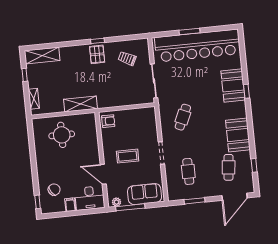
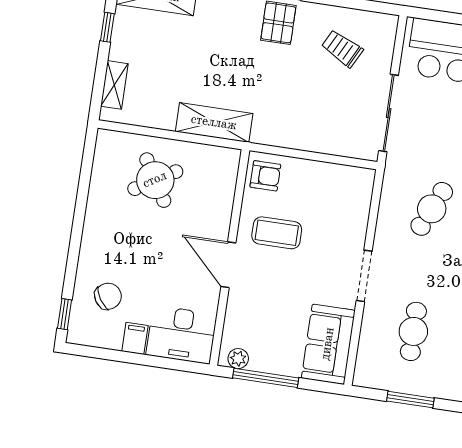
round table: (62, 135) -> (155, 180), turned -31
coffee table: (128, 156) -> (277, 233), moved
door: (103, 174) -> (228, 265), moved
sofa: (145, 194) -> (328, 344), moved, turned -90

